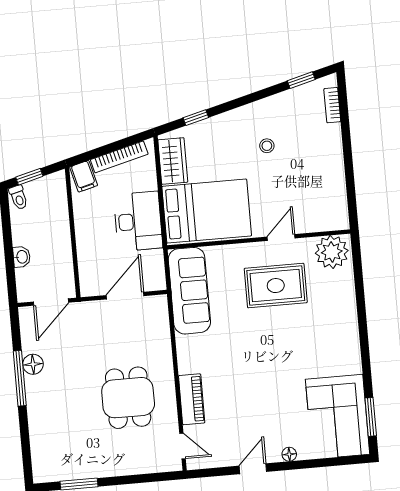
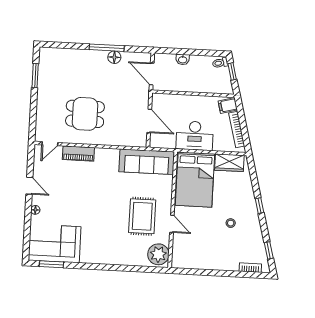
window: (196, 118) -> (260, 206), moved

